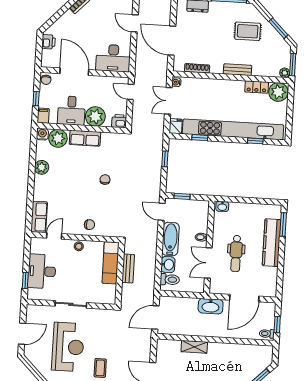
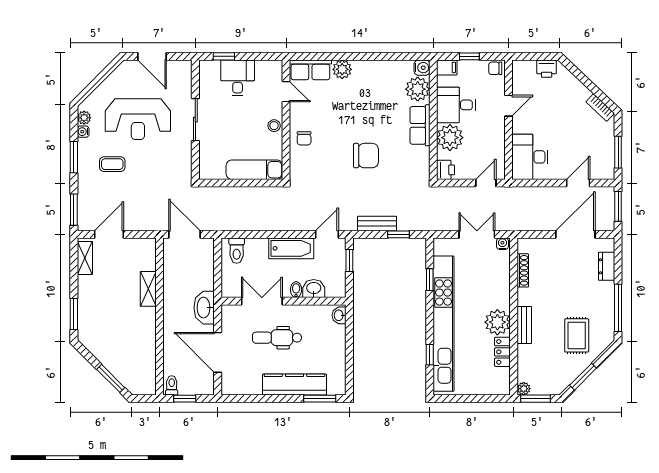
door: (172, 41) -> (575, 234), moved
door: (74, 72) -> (509, 106), width x0.53
plant: (278, 92) -> (497, 322), moved
fridge: (176, 126) -> (443, 246), removed
plant: (42, 167) -> (342, 69), moved
chair: (105, 179) -> (366, 156), width x1.87, depth x1.87
washbasin: (168, 265) -> (314, 289), moved, turned 180
bench: (128, 268) -> (377, 224), moved
desk: (42, 271) -> (238, 78), width x0.73

